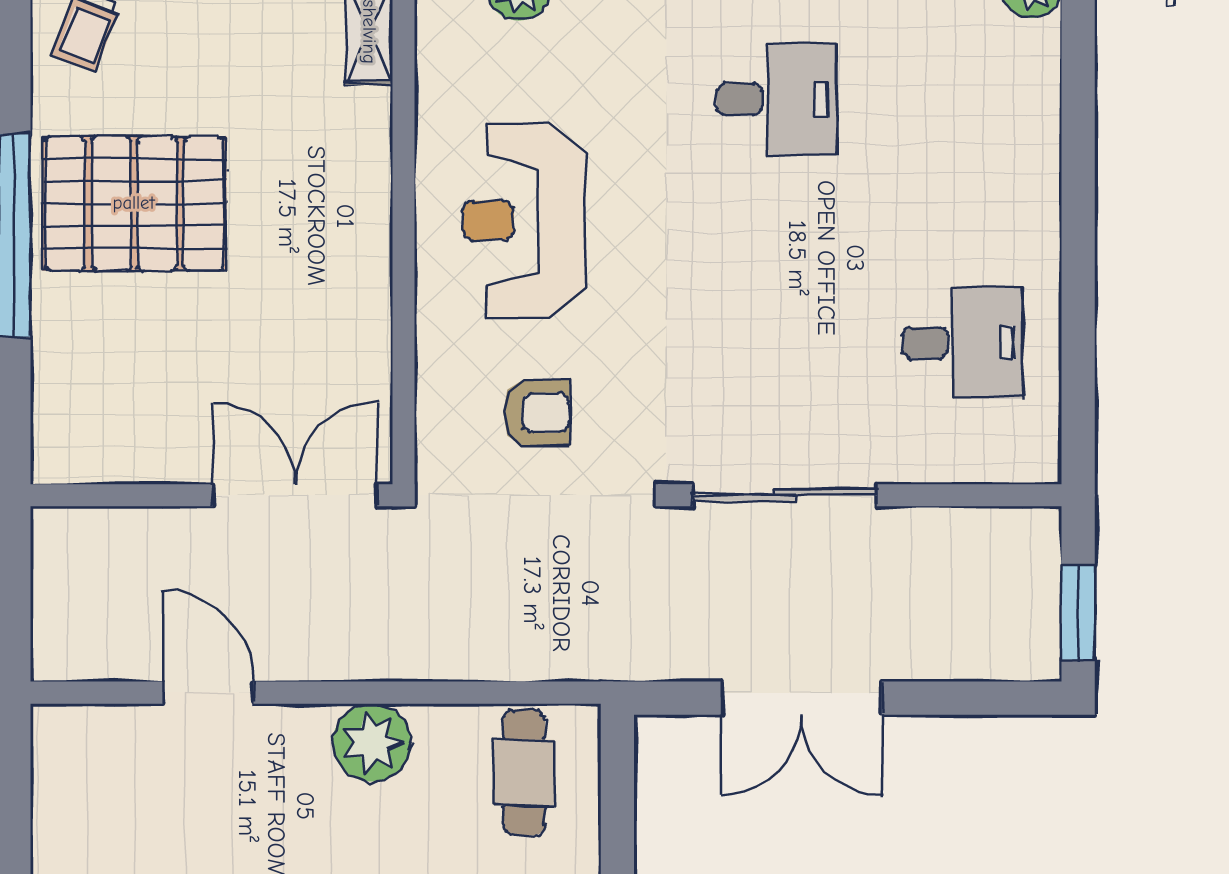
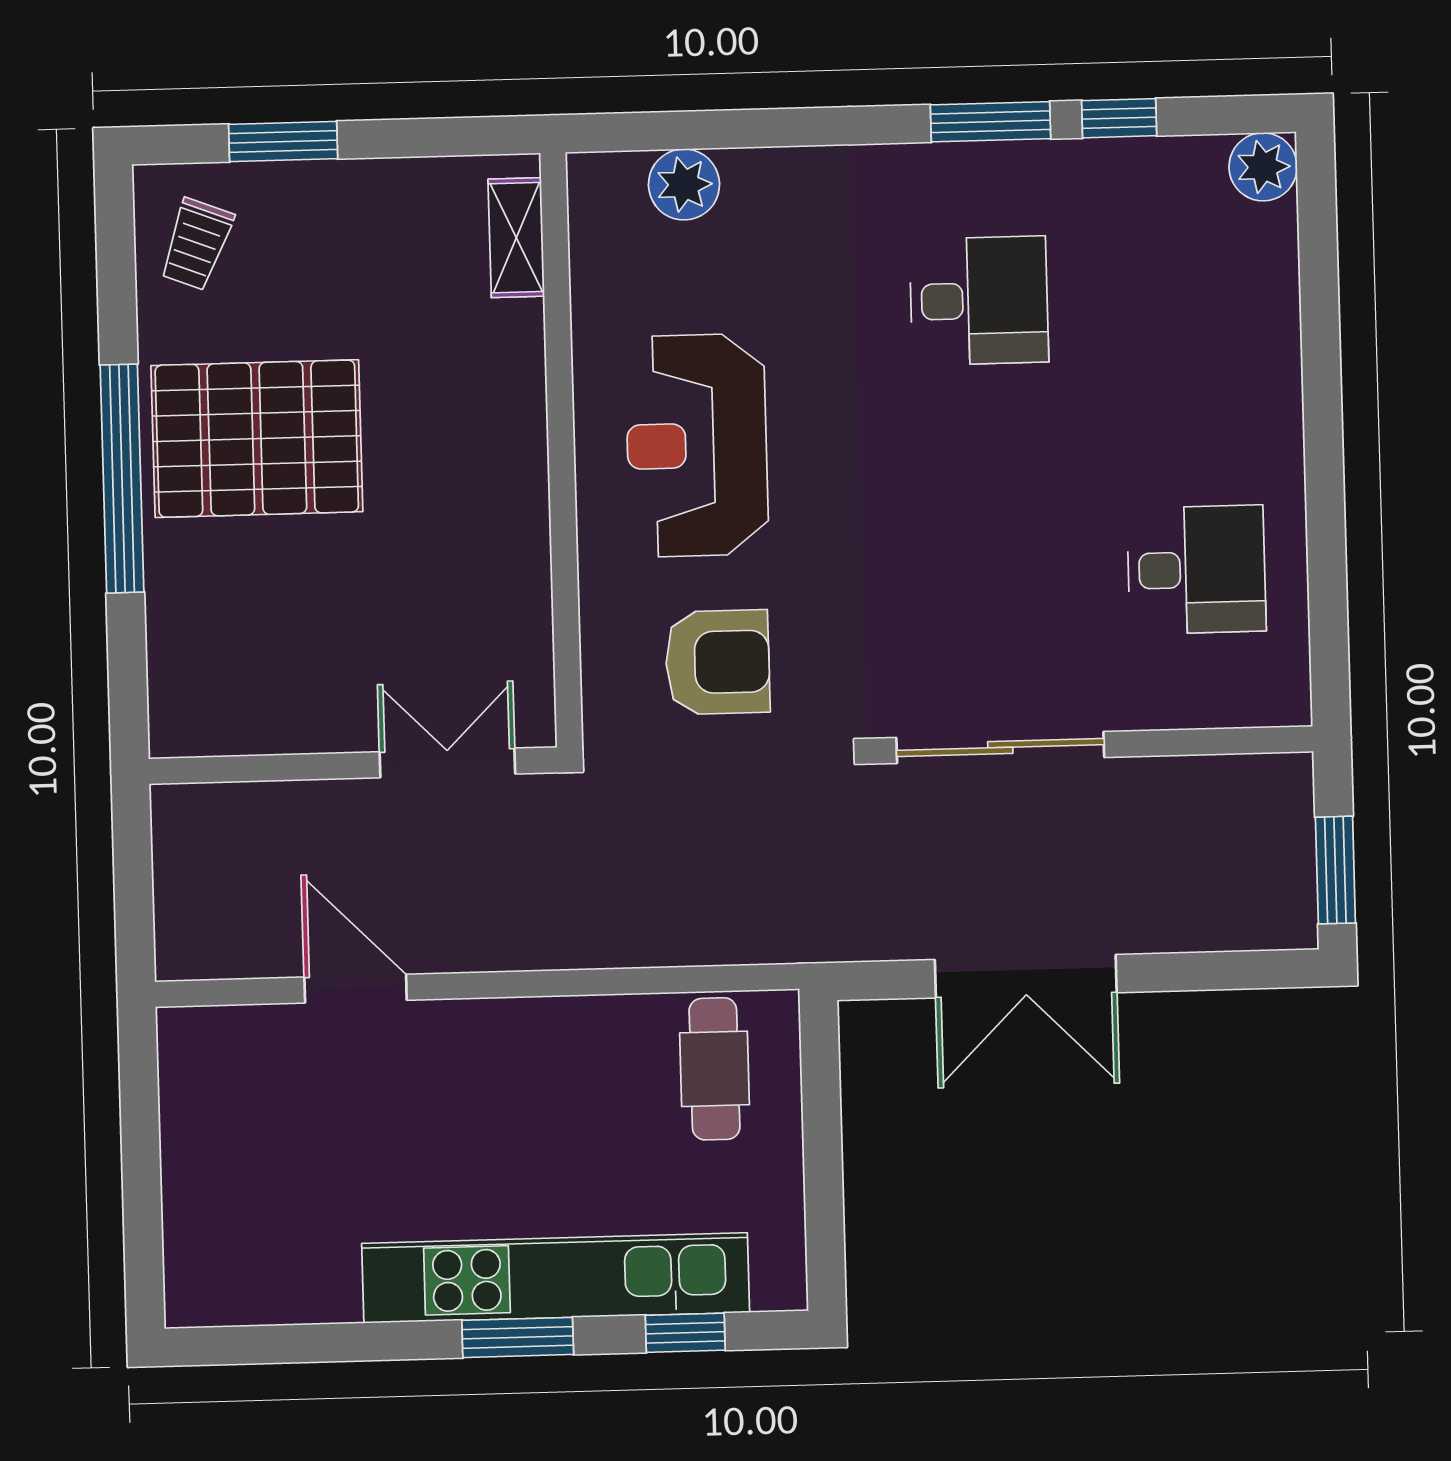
armchair: (536, 413) -> (718, 662), width x1.38, depth x1.38
double door: (295, 495) -> (447, 763), width x0.73
plant: (372, 743) -> (542, 1040), removed

